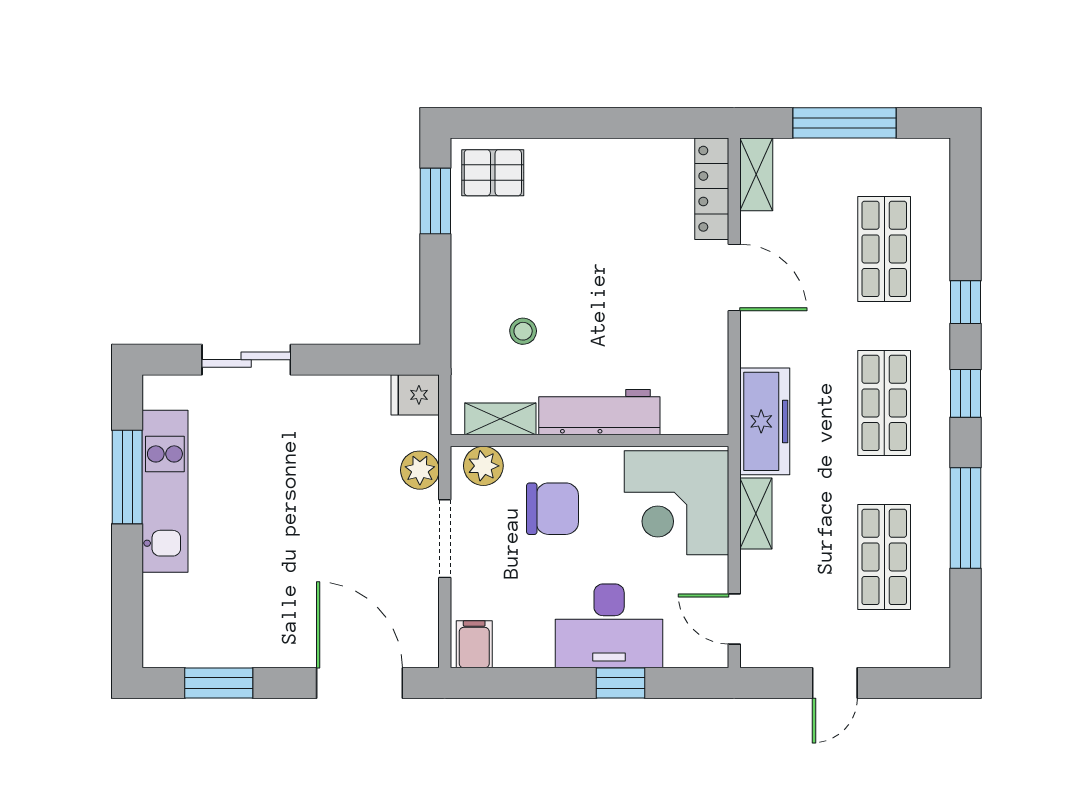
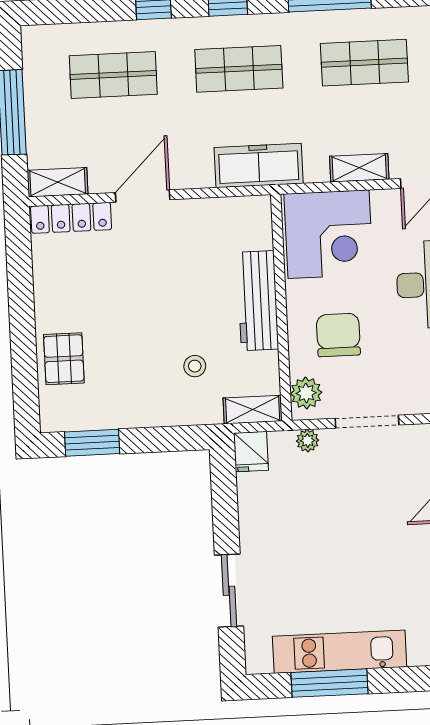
pallet: (493, 173) -> (64, 359), moved
shelving: (500, 419) -> (253, 410), moved, turned 90
plant: (420, 470) -> (308, 441), width x0.73, depth x0.73
shelving: (756, 513) -> (359, 168), moved

